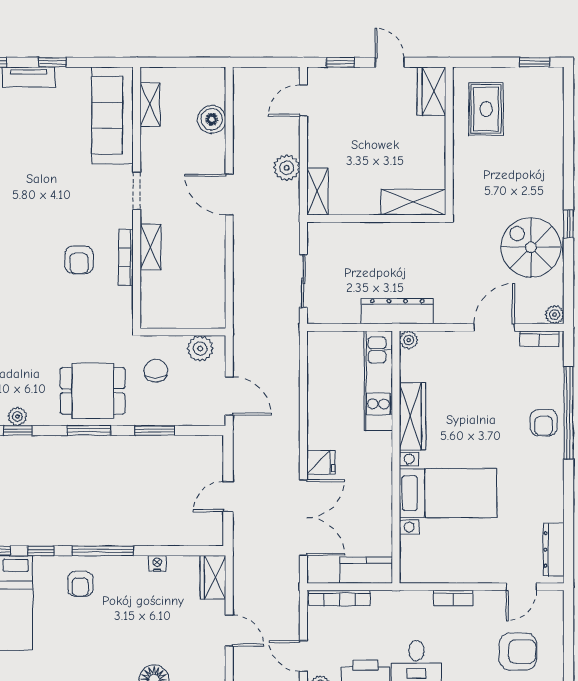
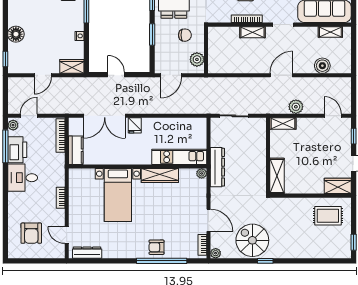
spiral stairs: (531, 247) -> (252, 240), turned -90

